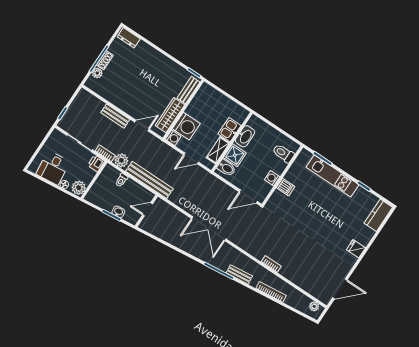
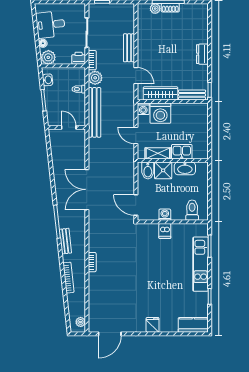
dresser: (129, 38) -> (202, 54), moved
washbasin: (118, 212) -> (48, 80), moved
door: (340, 289) -> (110, 334), hinge flipped

